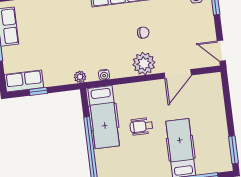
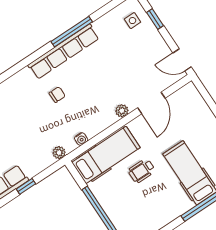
chair: (143, 33) -> (57, 95), moved
plant: (144, 64) -> (122, 111), width x0.53, depth x0.53
hospital bed: (104, 117) -> (106, 155), moved, turned -90

